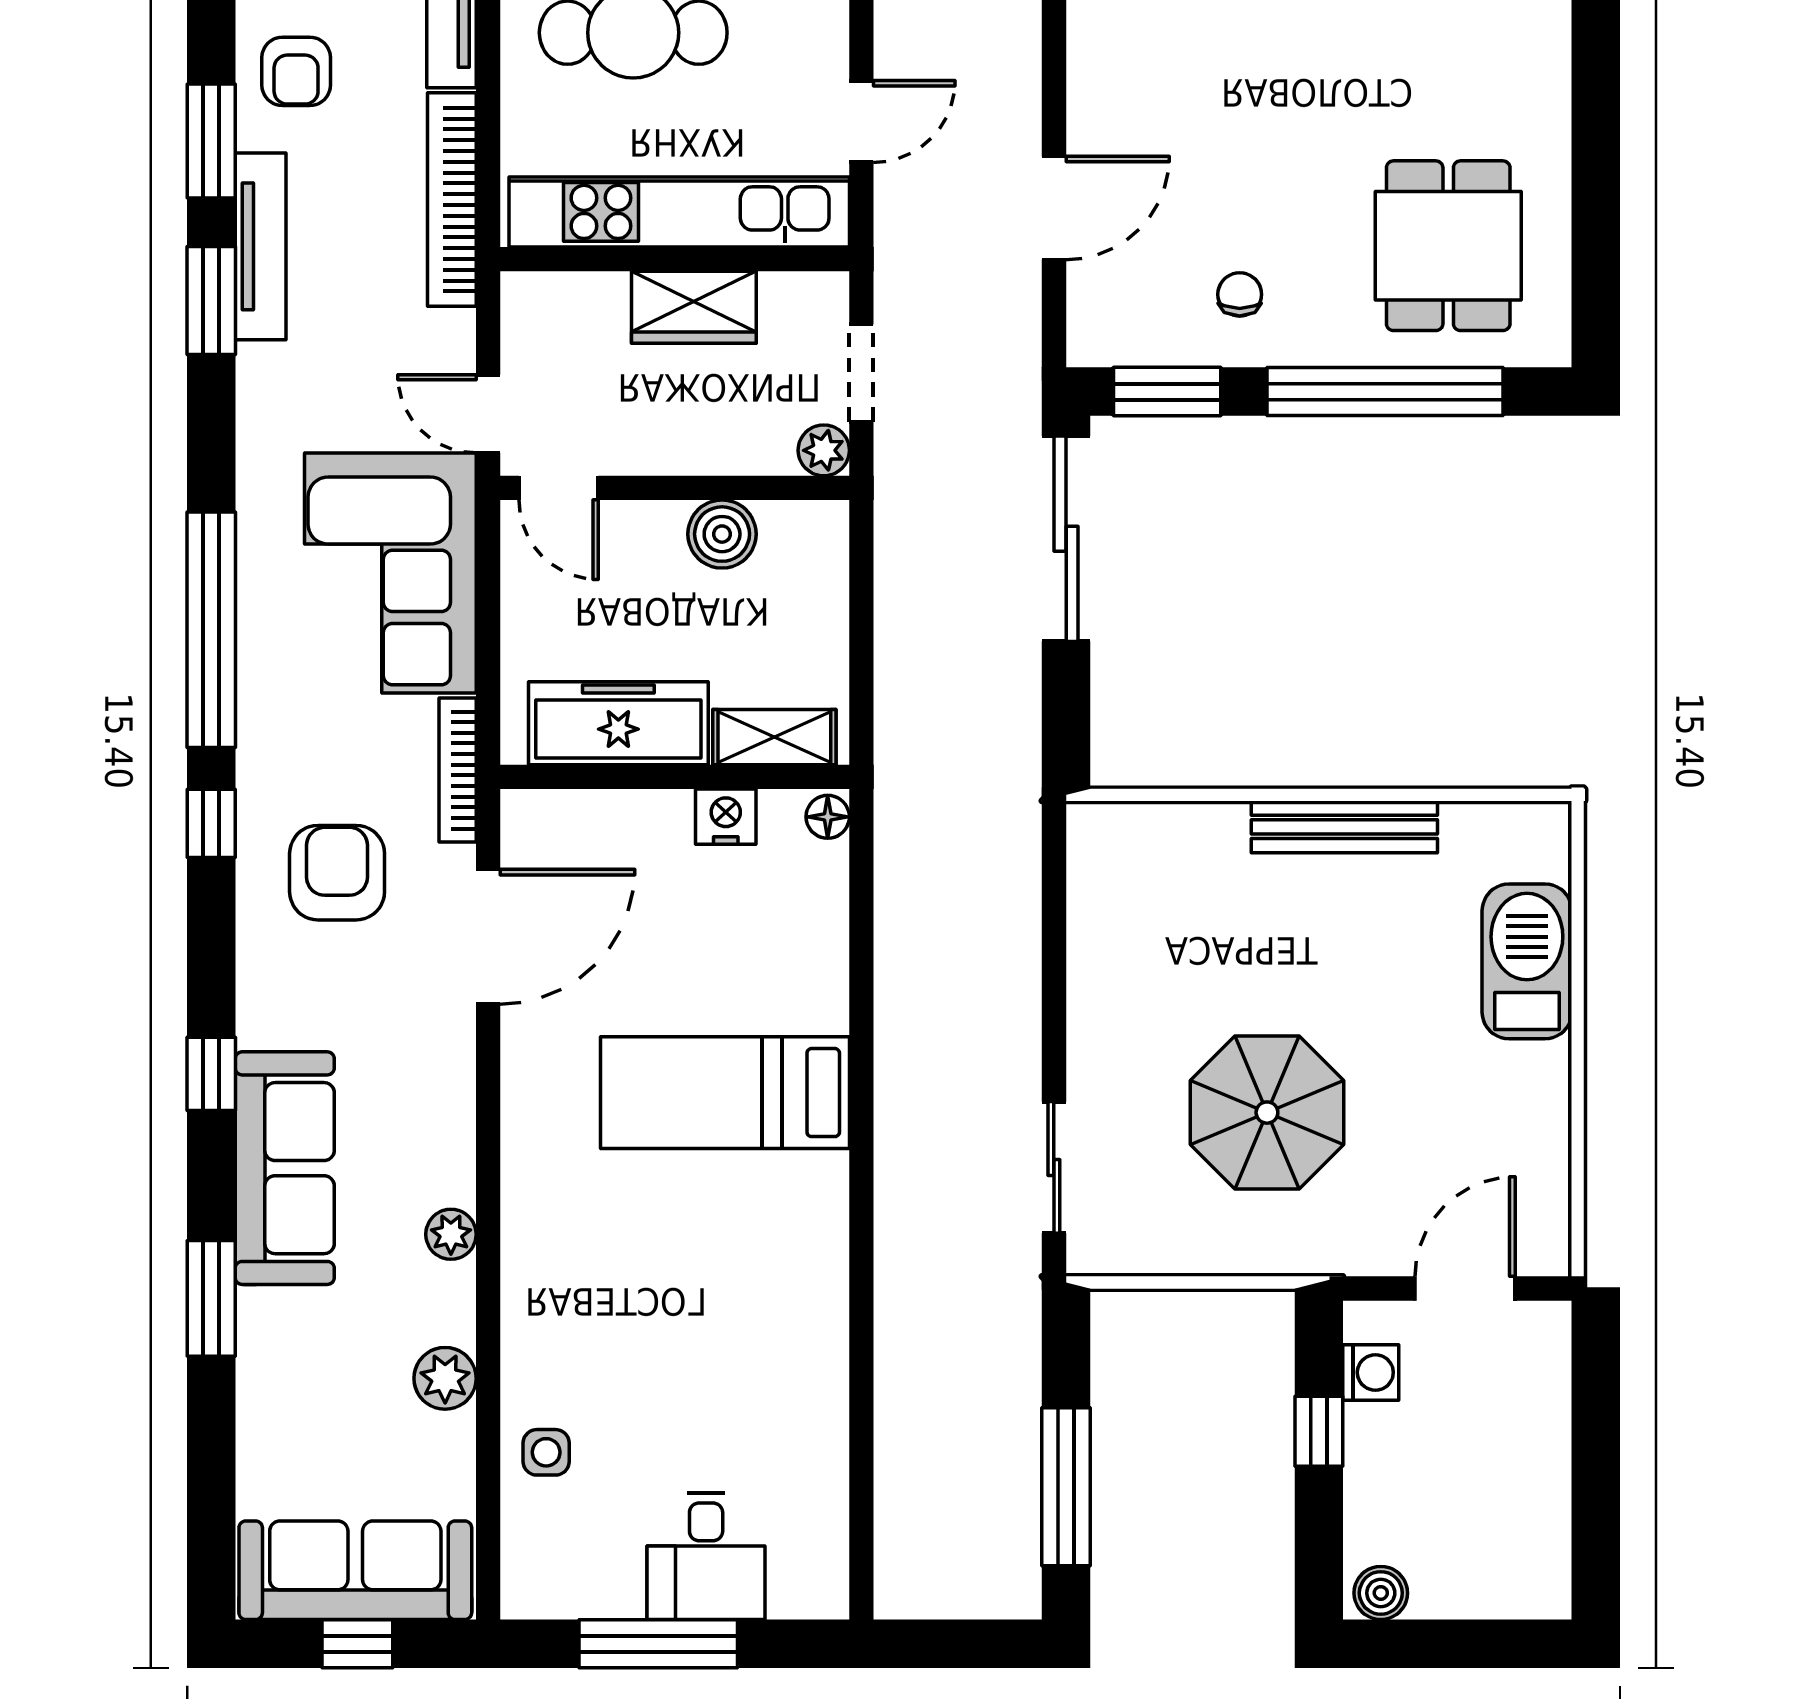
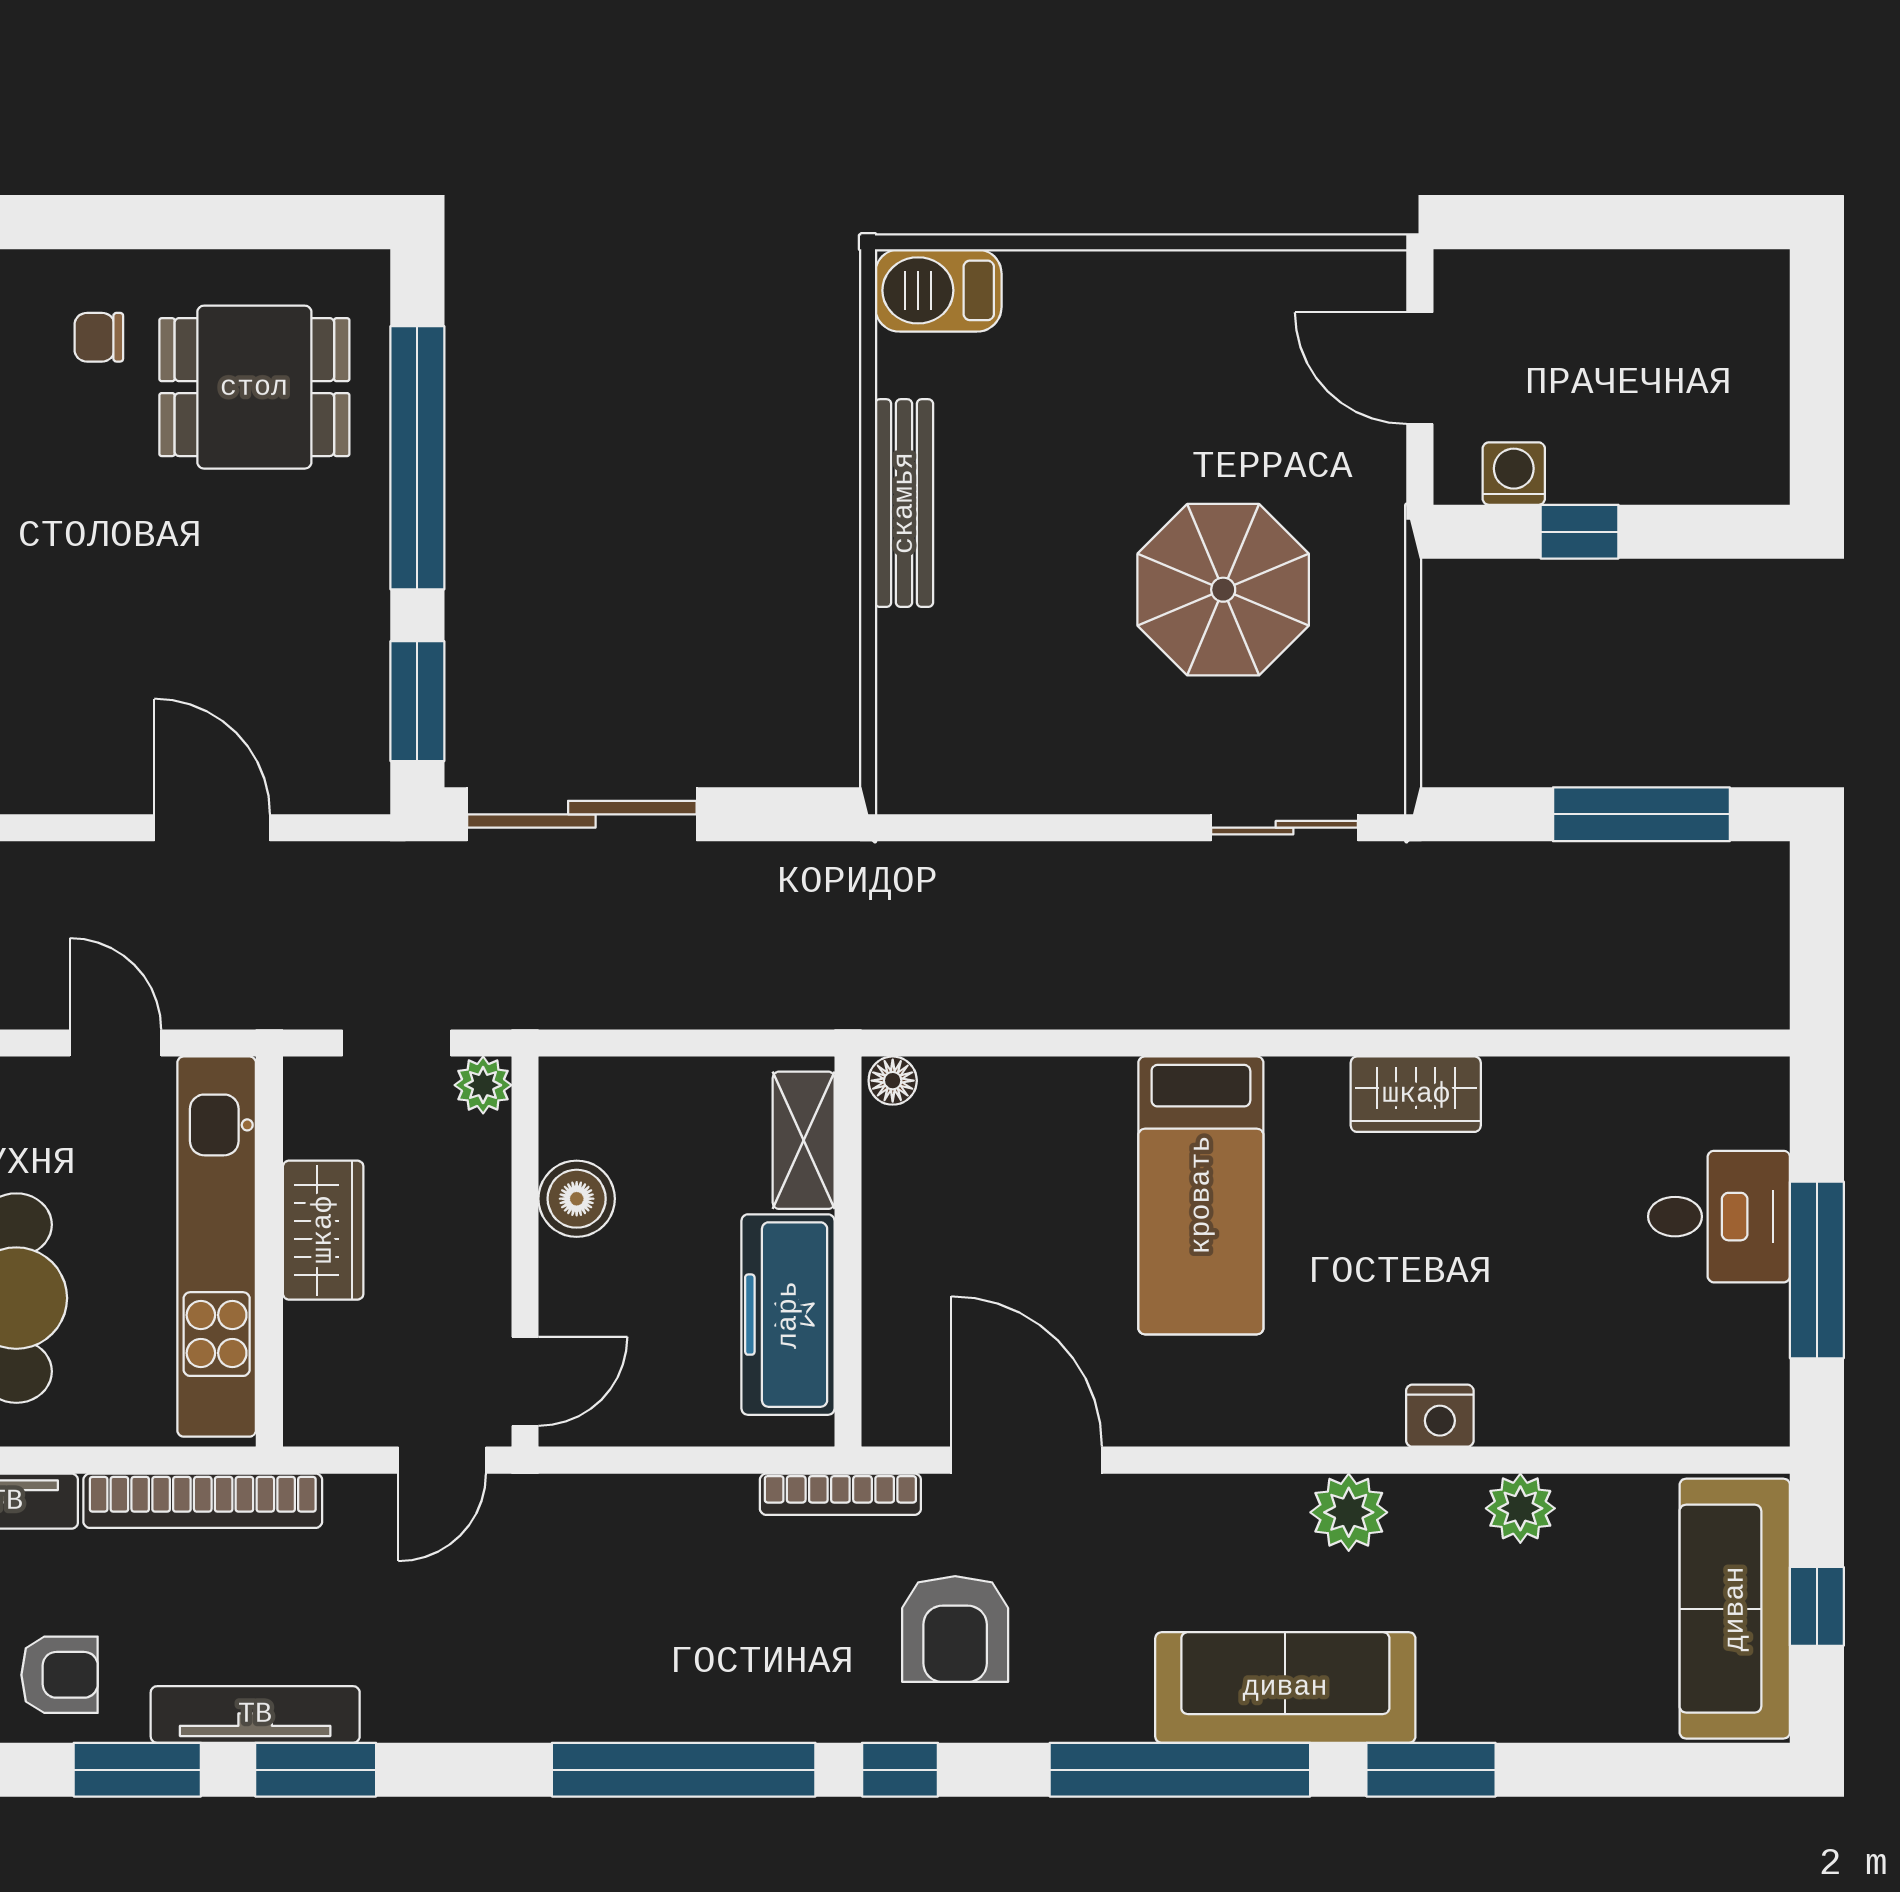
chair: (1240, 294) -> (99, 337), moved
corner sofa: (390, 573) -> (620, 1569), removed
nightstand: (726, 817) -> (1440, 1416), moved, turned -90
armchair: (337, 873) -> (955, 1629), turned -90
barbecue: (1527, 961) -> (938, 290), moved, width x0.73, depth x0.83
window: (211, 1074) -> (1180, 1770), width x3.17
plant: (451, 1234) -> (1349, 1512), width x1.38, depth x1.38
wardrobe: (816, 1285) -> (1416, 1094), added
side table: (546, 1452) -> (1603, 1395), removed
boiler: (1381, 1593) -> (1760, 462), removed

